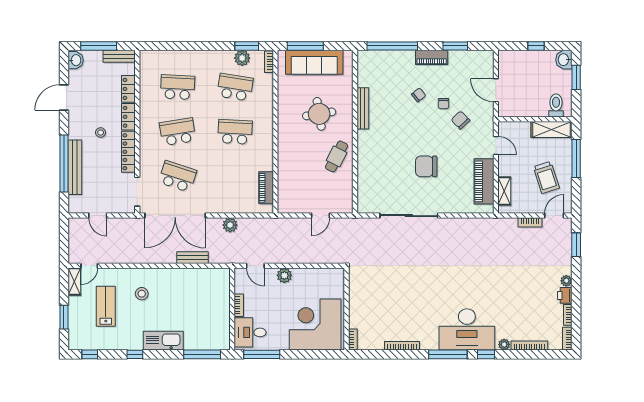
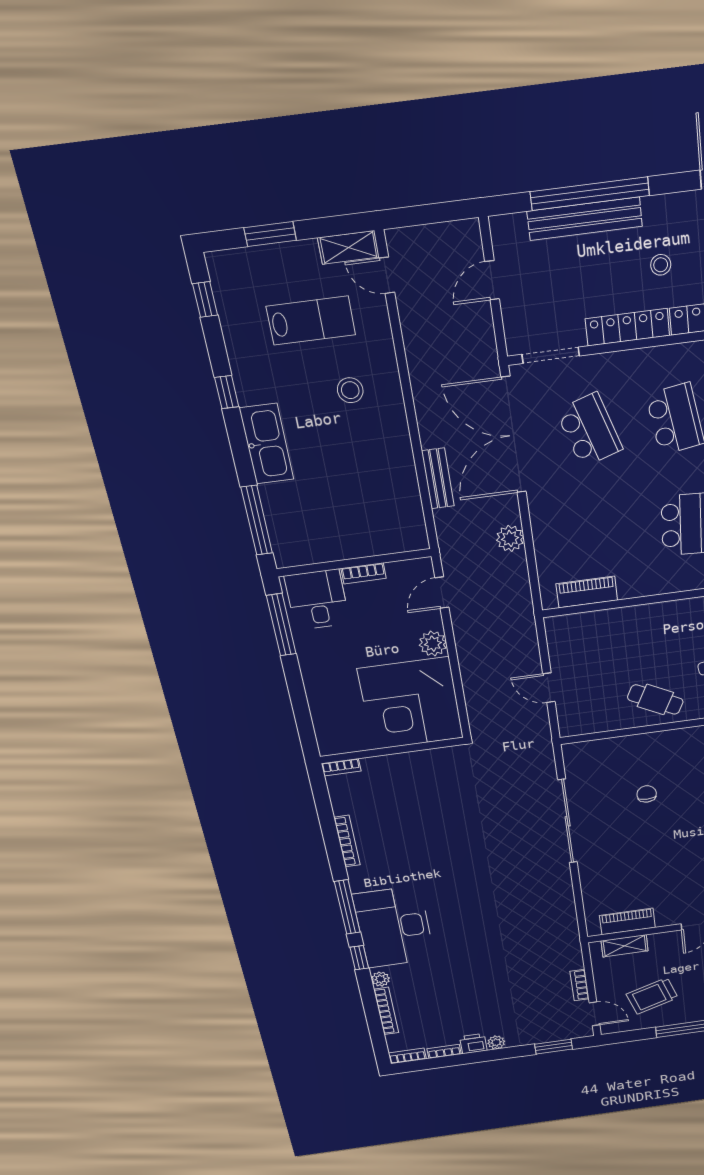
chair: (426, 166) -> (647, 794), moved, width x0.54, depth x0.54
school desk: (178, 176) -> (589, 430), turned -36
piano: (484, 181) -> (627, 921), width x0.73, depth x0.75
corner desk: (315, 325) -> (411, 704), moved, turned 180

